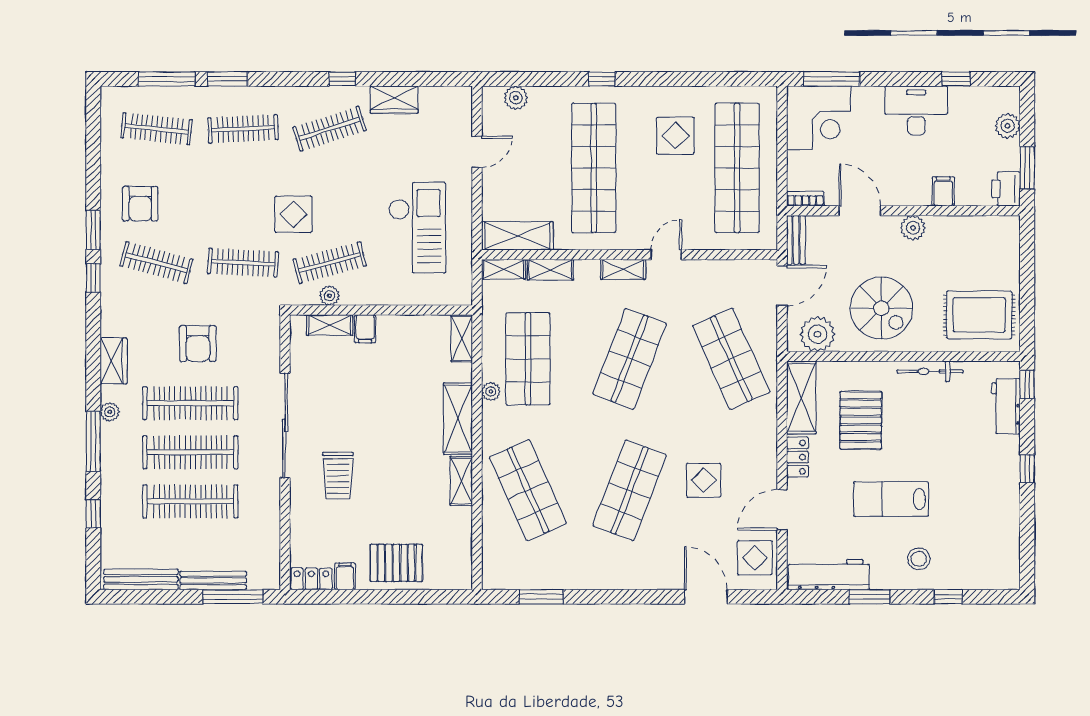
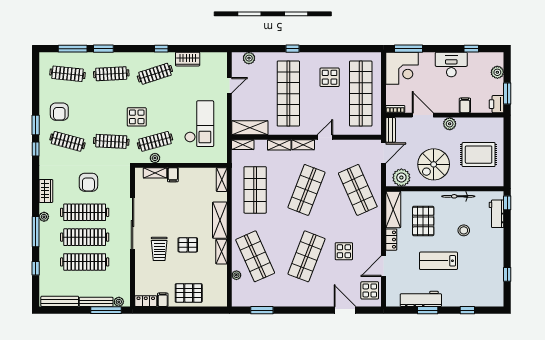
shelving: (550, 270) -> (279, 145), moved
spiral stairs: (881, 308) -> (434, 164), turned 90
rug: (979, 315) -> (479, 155), moved
plant: (491, 391) -> (236, 275), moved
pallet: (395, 468) -> (188, 245), added
window: (1027, 469) -> (507, 274), moved
stool: (919, 559) -> (464, 230), moved
workbench: (829, 575) -> (421, 299), moved
plant: (258, 580) -> (119, 302), added

